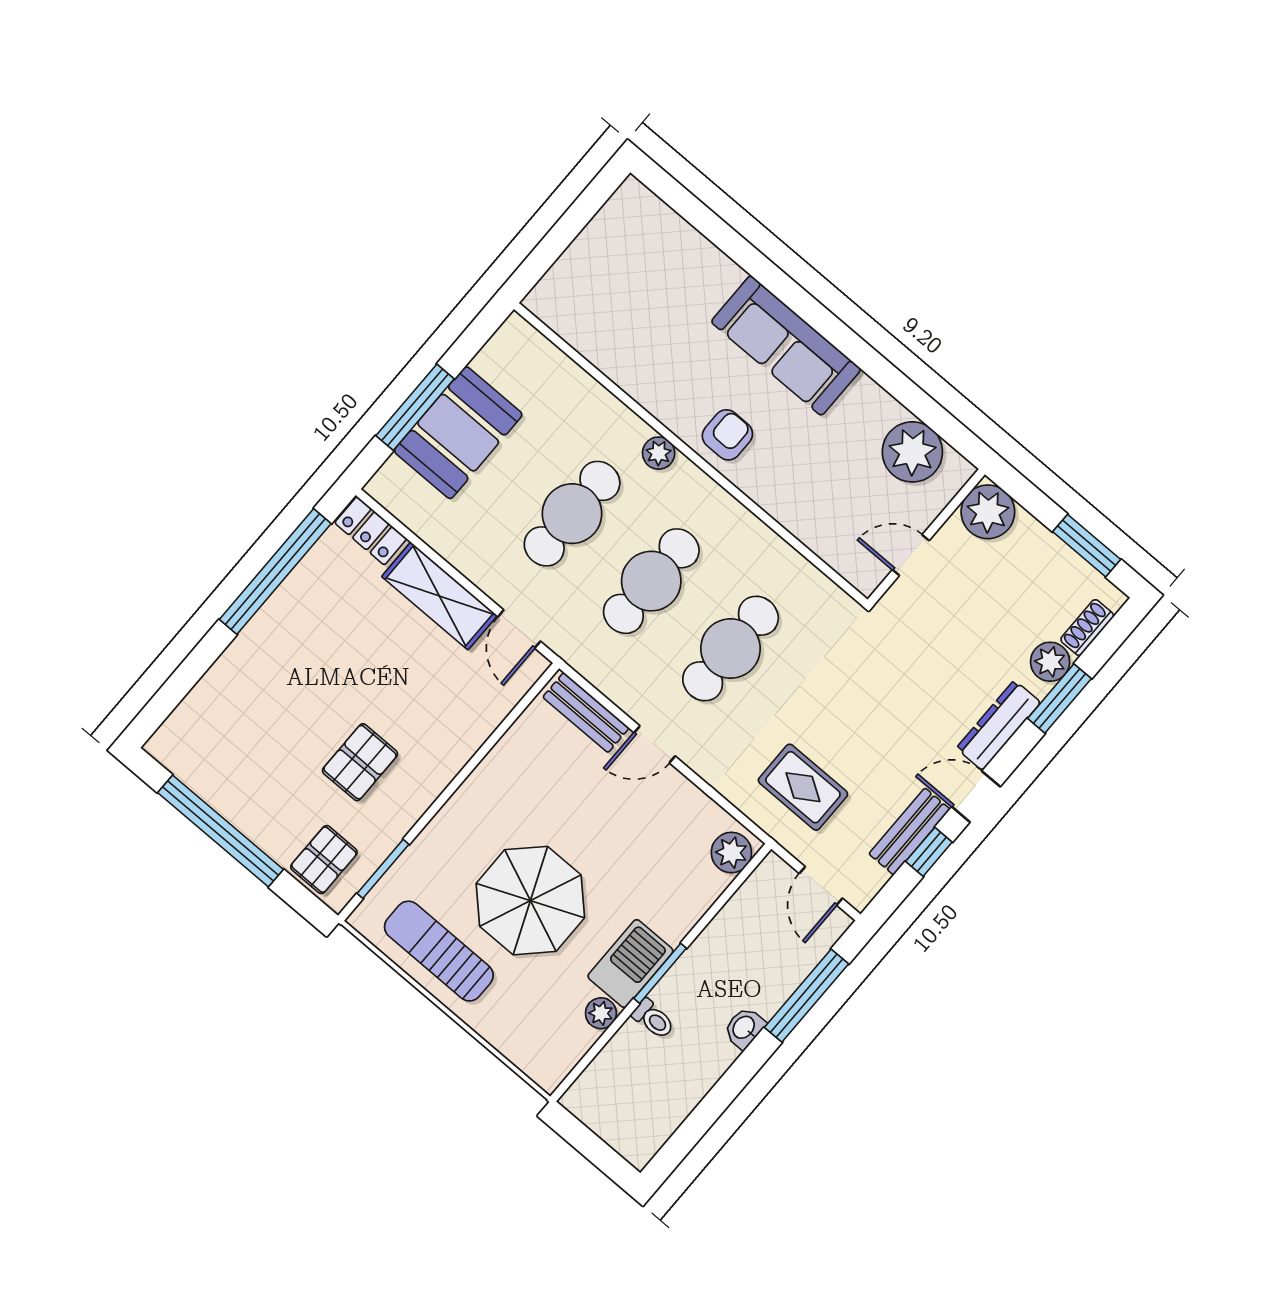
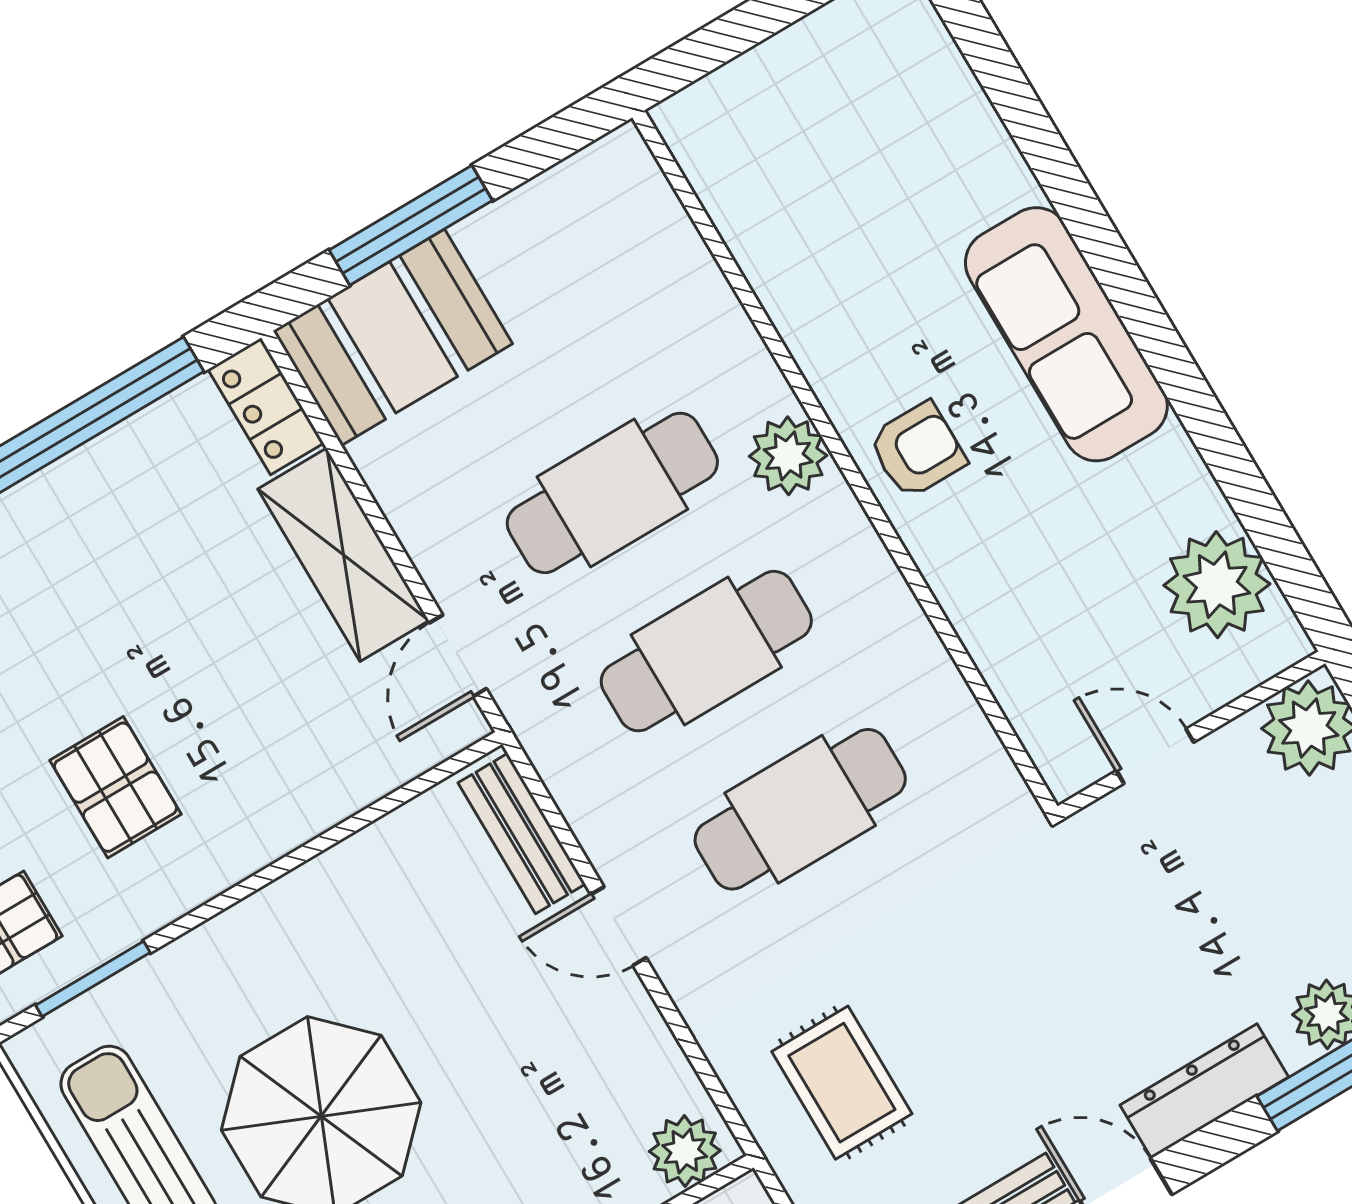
booth: (458, 433) -> (393, 337), moved
plant: (659, 453) -> (788, 456), width x1.38, depth x1.38
pallet: (360, 762) -> (115, 787), turned 90

